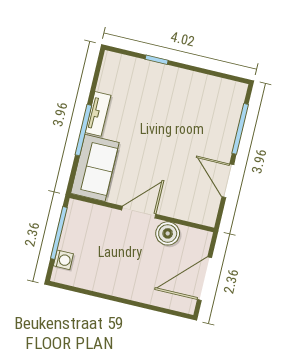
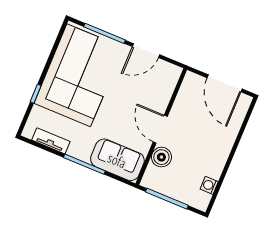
corner sofa: (186, 107) -> (79, 75), added
tv unit: (98, 114) -> (51, 141), moved
boiler: (168, 233) -> (161, 157), moved
washing machine: (63, 260) -> (209, 185), moved, turned -90

